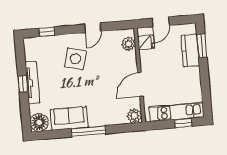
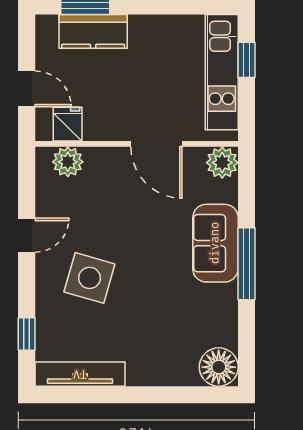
door: (93, 28) -> (27, 235), hinge flipped
tv unit: (32, 83) -> (80, 374), moved
window: (23, 84) -> (133, 395), removed
sofa: (69, 118) -> (215, 243), moved

